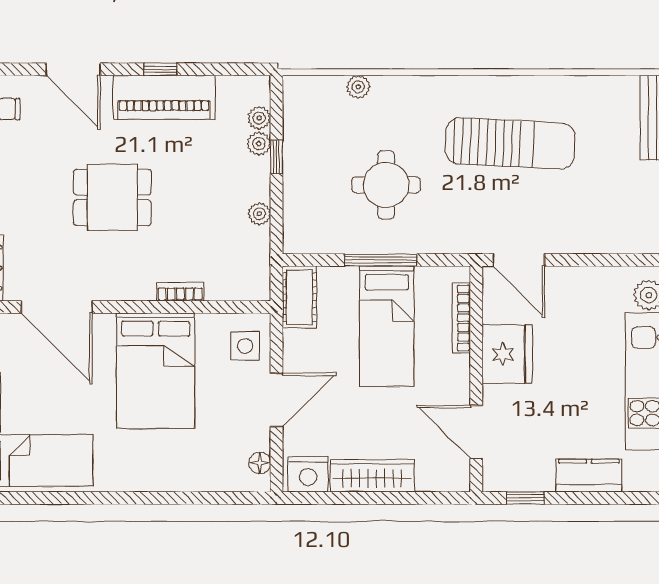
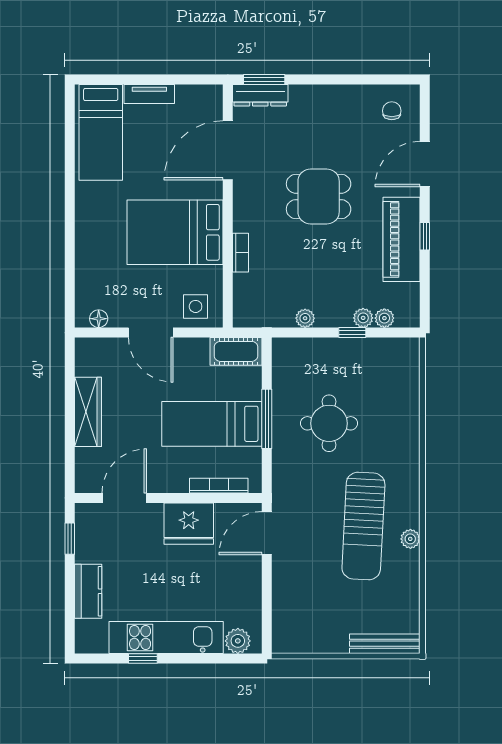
plant: (358, 87) -> (410, 539), moved
dining table: (112, 197) -> (319, 196), turned 90
nightstand: (308, 474) -> (89, 359), removed

